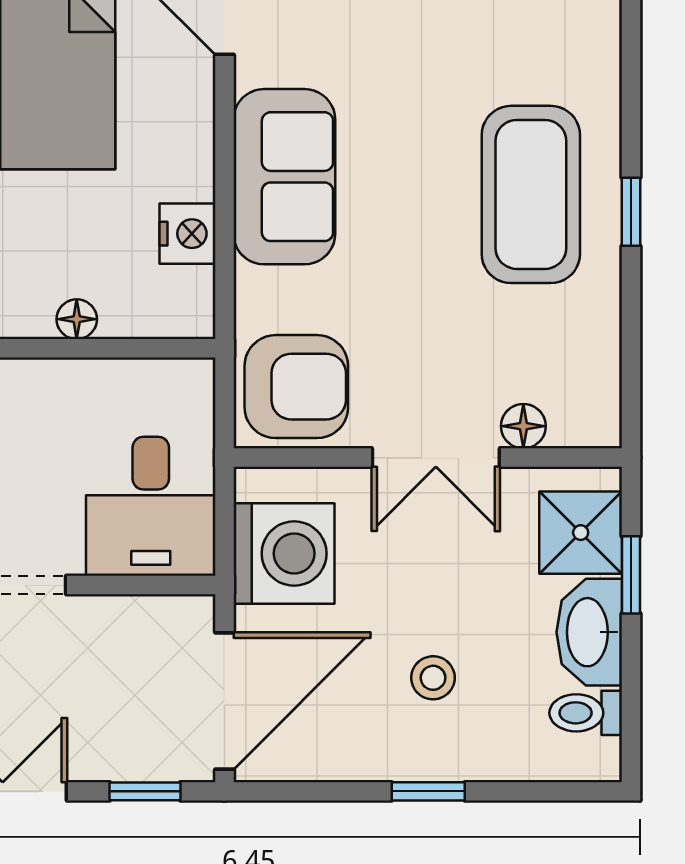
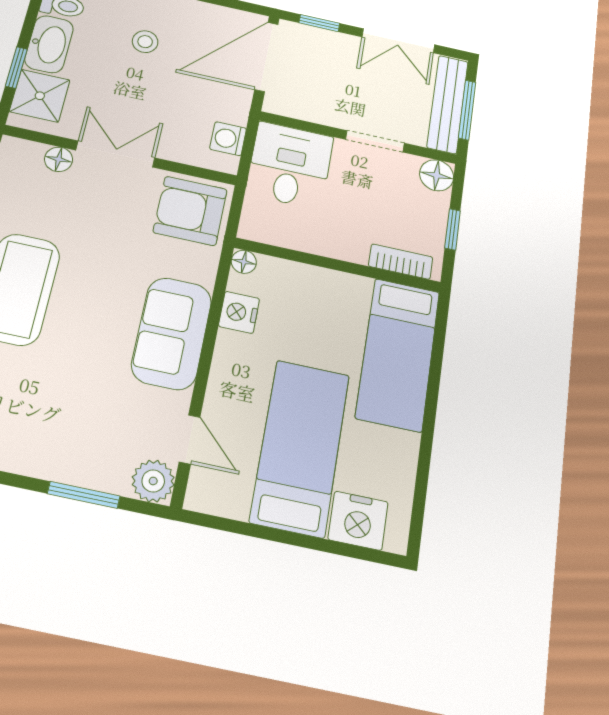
floor lamp: (77, 319) -> (244, 262), moved
washing machine: (284, 553) -> (228, 139), width x0.53, depth x0.53

